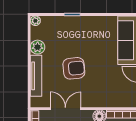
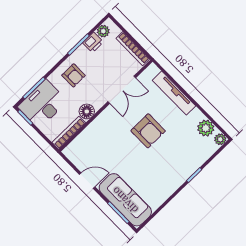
plant: (38, 47) -> (206, 128), moved
armchair: (74, 68) -> (148, 131), turned -84

